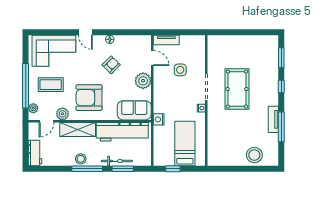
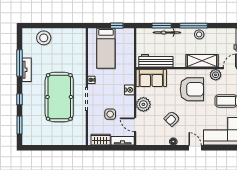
wardrobe: (191, 41) -> (101, 140), added
pool table: (237, 89) -> (59, 97), width x1.36, depth x1.32
nightstand: (159, 119) -> (129, 90), moved
workbench: (122, 132) -> (156, 61), width x0.73, depth x0.76

